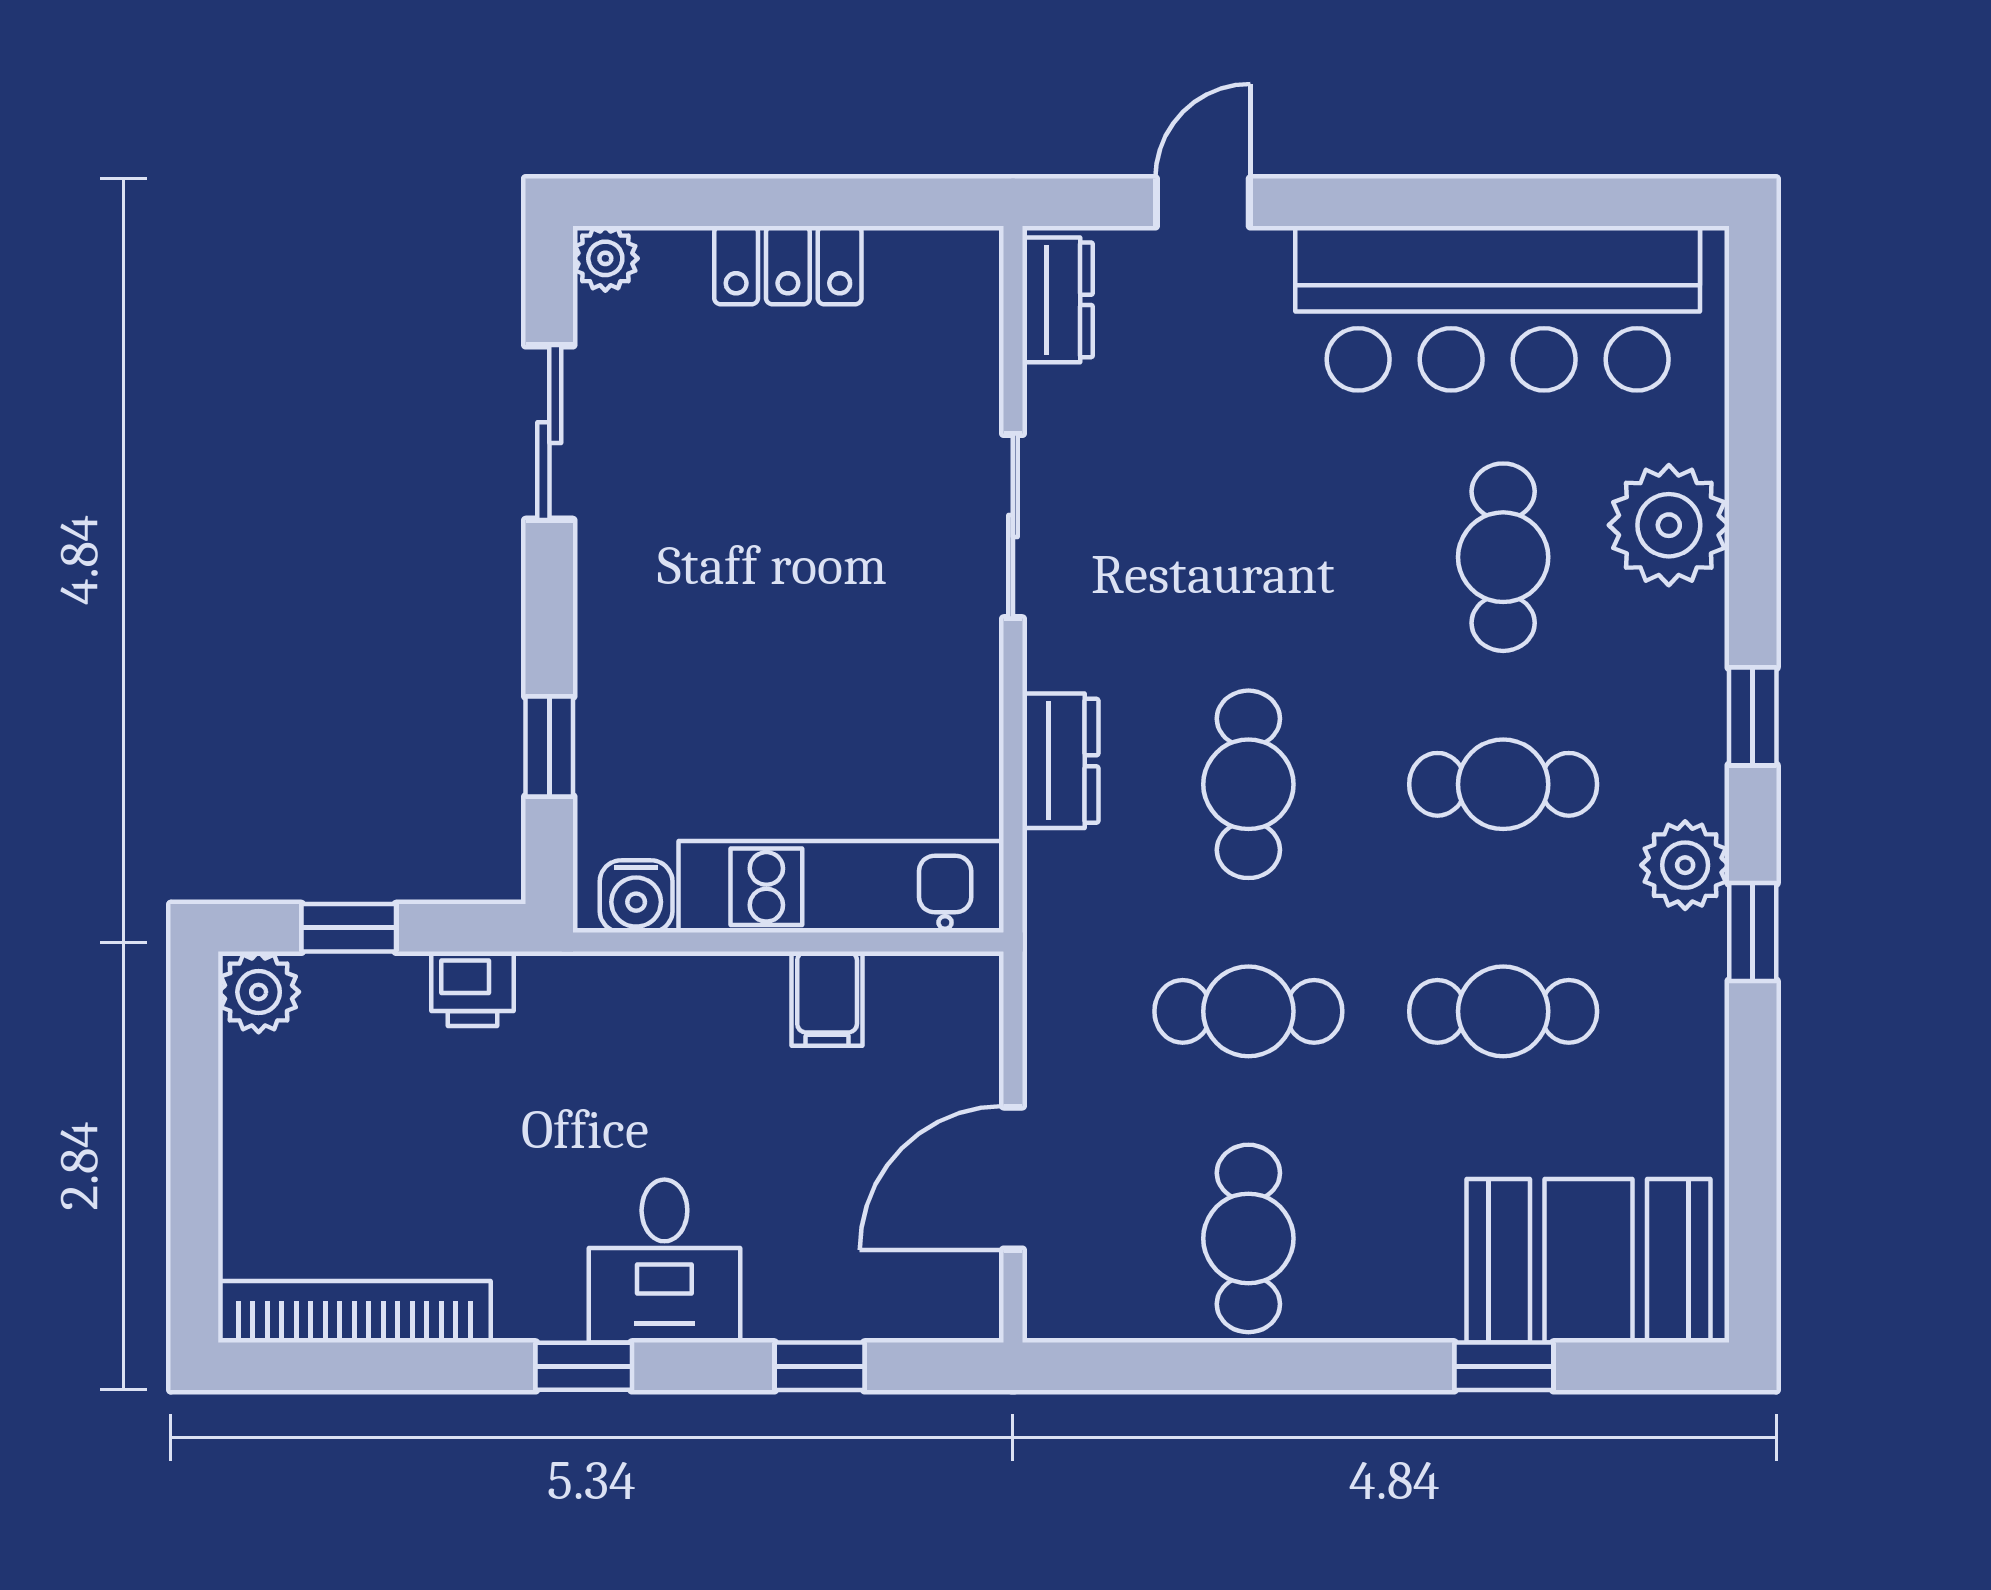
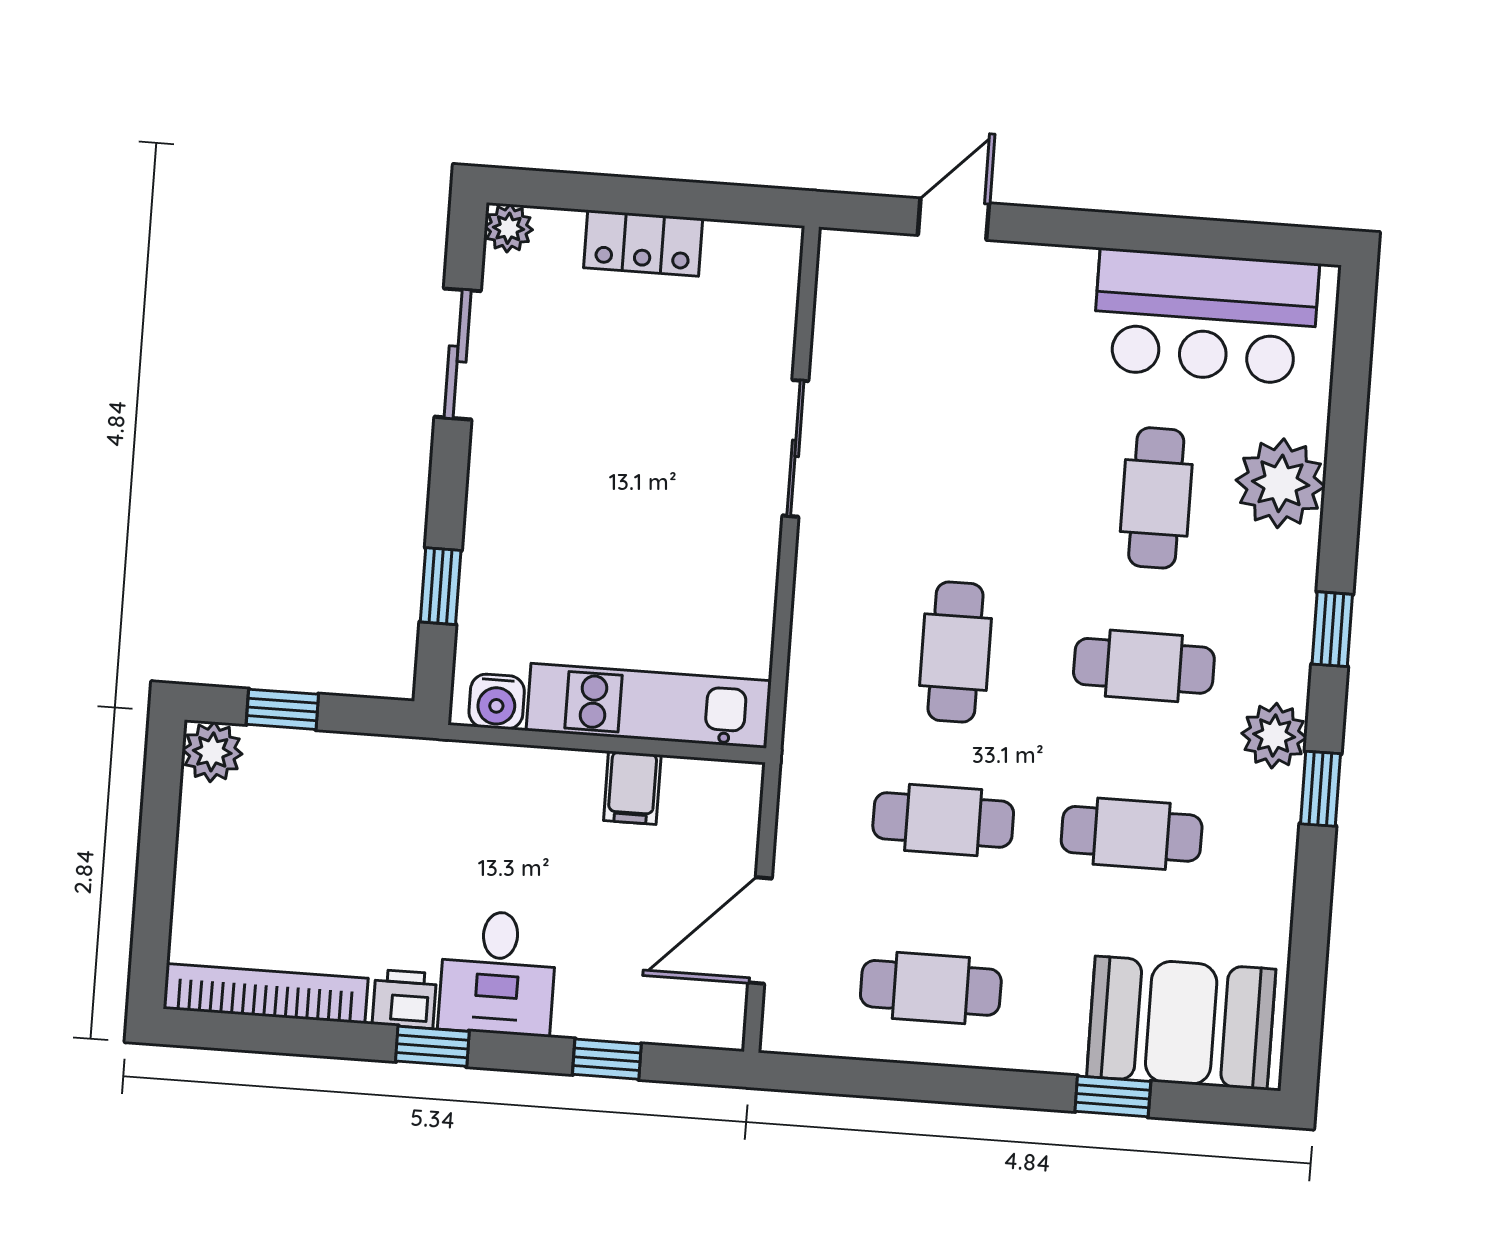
dresser: (1058, 300) -> (841, 283), removed
bar counter: (1498, 308) -> (1206, 316), width x0.73
dresser: (1060, 761) -> (818, 624), removed
printer: (473, 989) -> (404, 999), moved, turned 180
cafe table: (1248, 1238) -> (931, 988), turned 90

